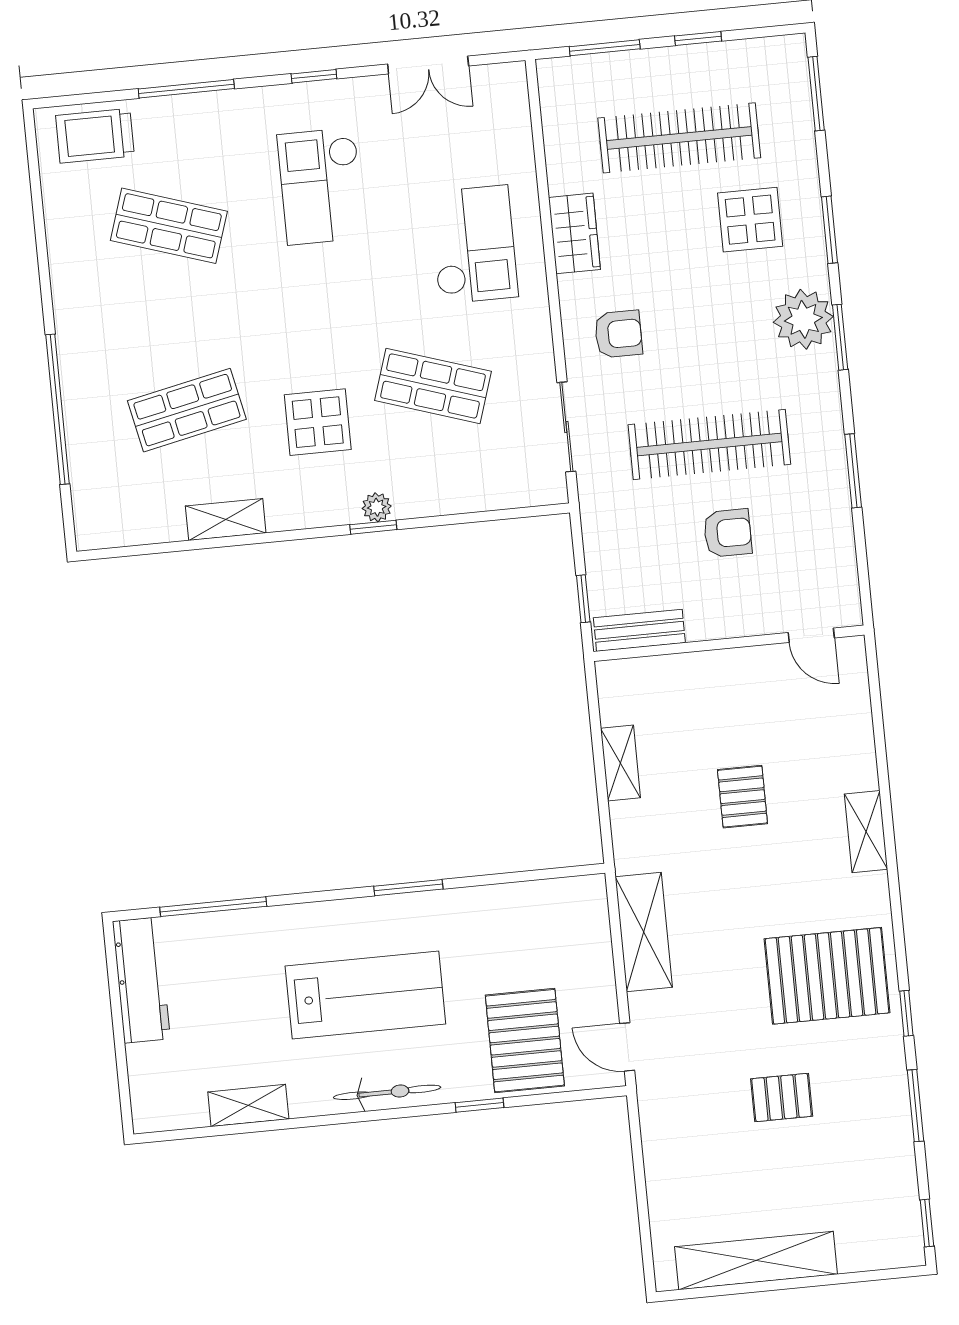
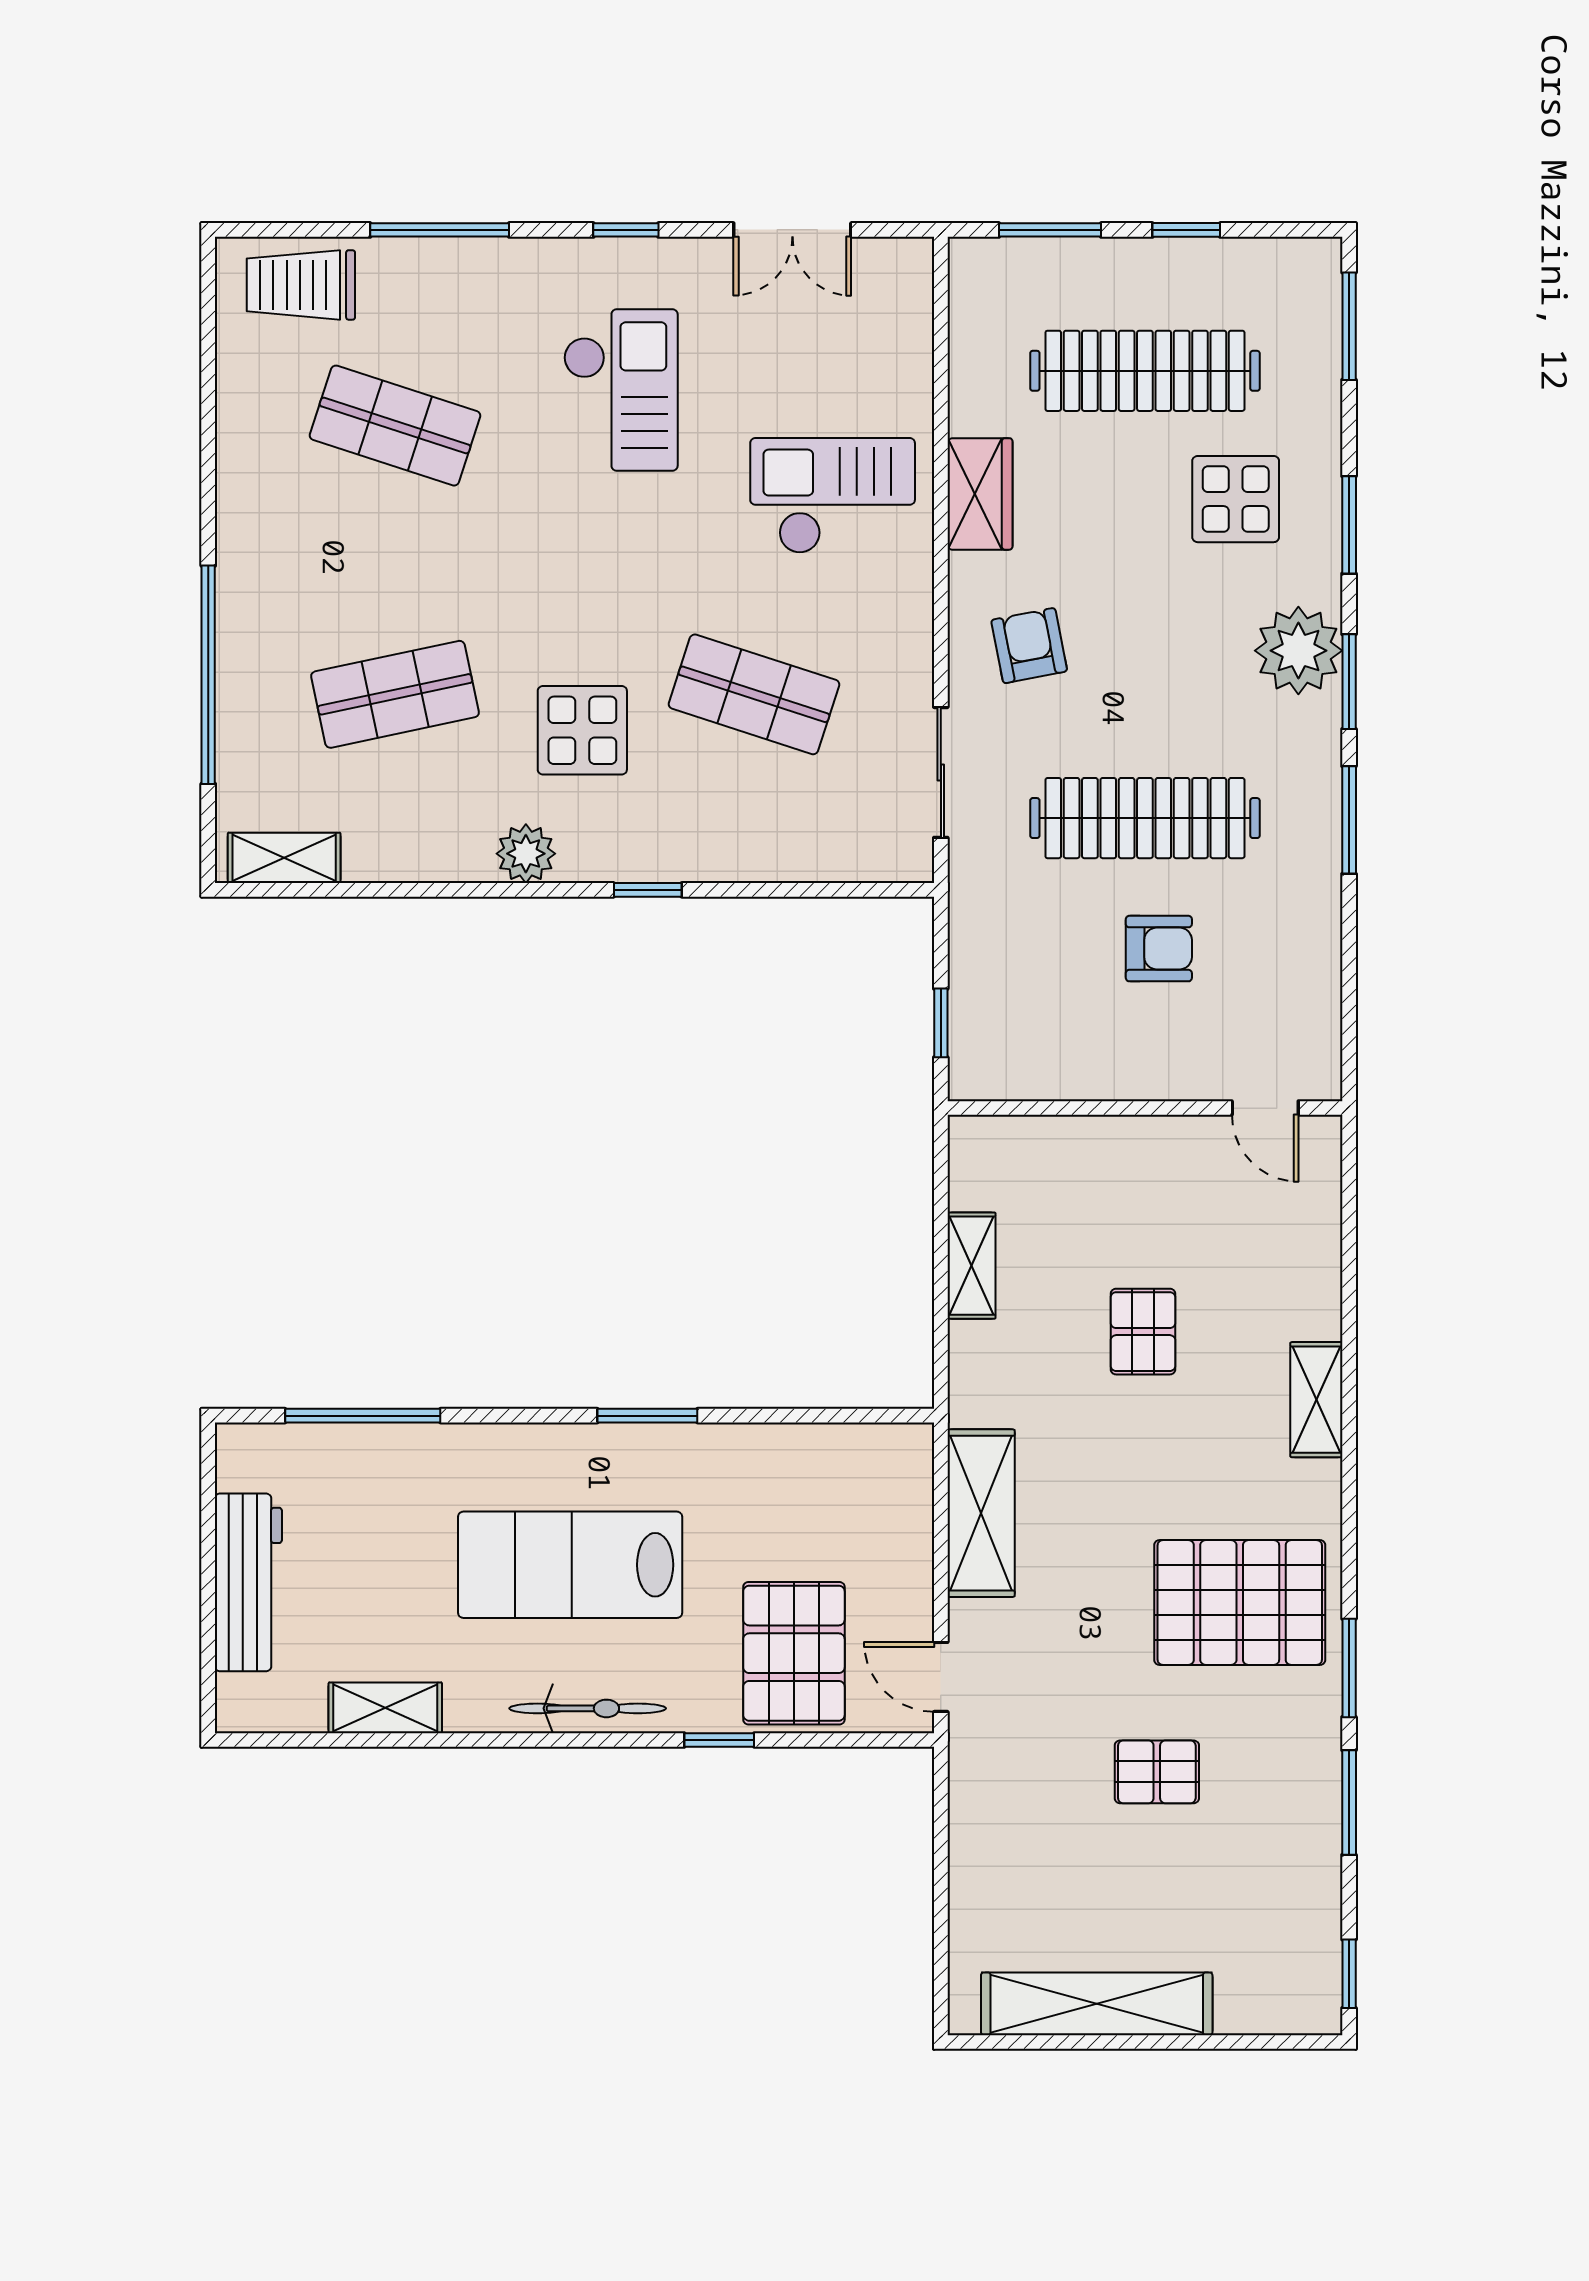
checkout: (321, 186) -> (621, 390), turned 180
checkout: (474, 245) -> (833, 496), turned -90
armchair: (618, 334) -> (1029, 646), turned -101
window: (853, 471) -> (1349, 820), moved
plant: (377, 507) -> (526, 854), moved, width x1.38, depth x1.38
shelving: (226, 519) -> (284, 858), moved
bench: (639, 630) -> (1018, 1077), removed
workbench: (141, 980) -> (248, 1582), moved
lab bench: (365, 995) -> (570, 1565), turned 180
window: (906, 1013) -> (1349, 1668), width x1.50

